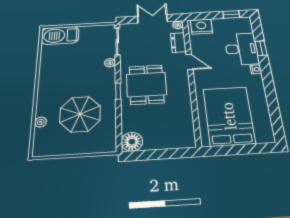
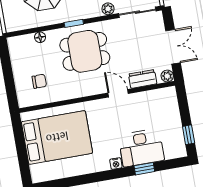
nightstand: (201, 27) -> (168, 102), removed
door: (189, 62) -> (118, 93), swing flipped
chair: (171, 126) -> (39, 81), added
floor lamp: (132, 142) -> (40, 37), moved, width x0.53, depth x0.53

